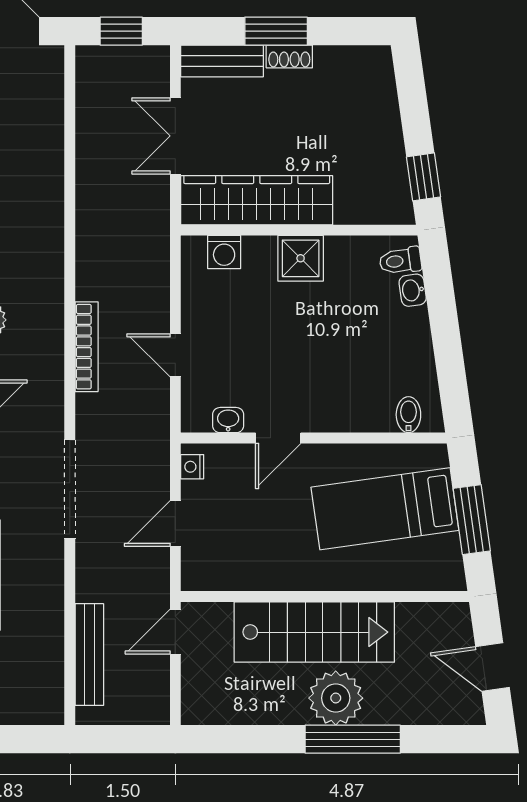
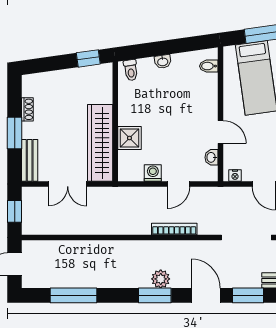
shoe rack: (289, 57) -> (27, 109), moved
washing machine: (224, 252) -> (153, 173), moved, turned -90
shower: (301, 258) -> (129, 138), moved
washbasin: (413, 290) -> (163, 62), moved

